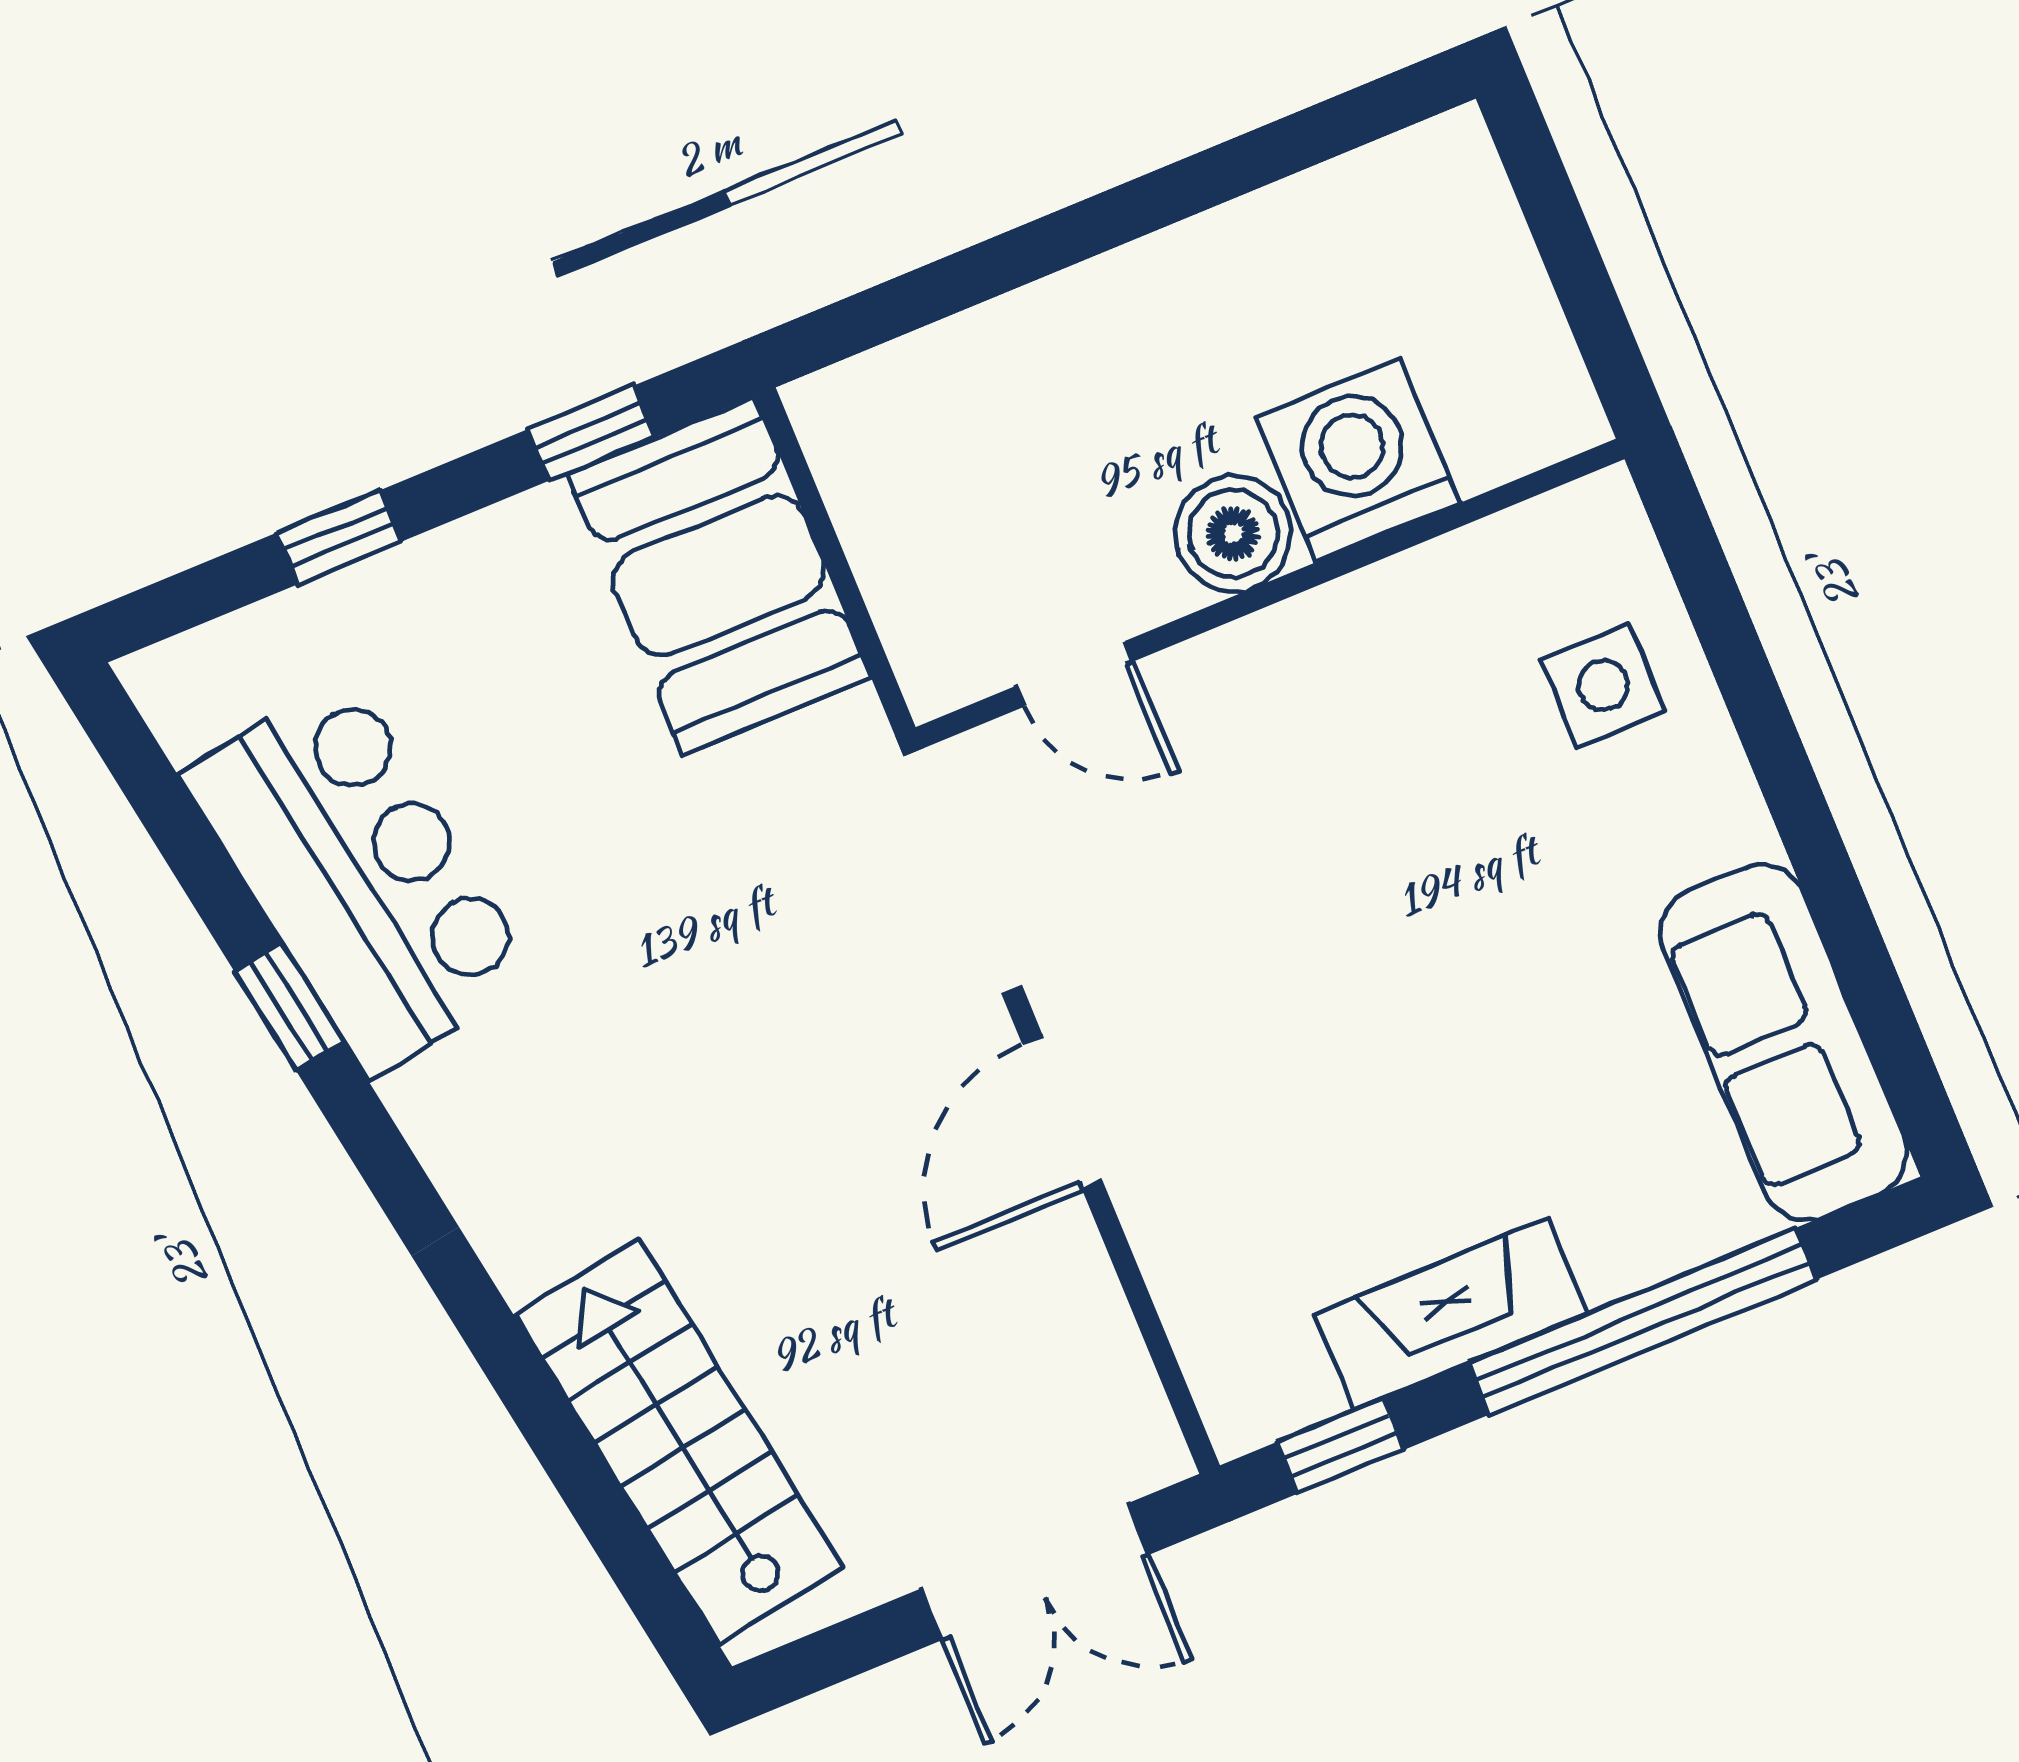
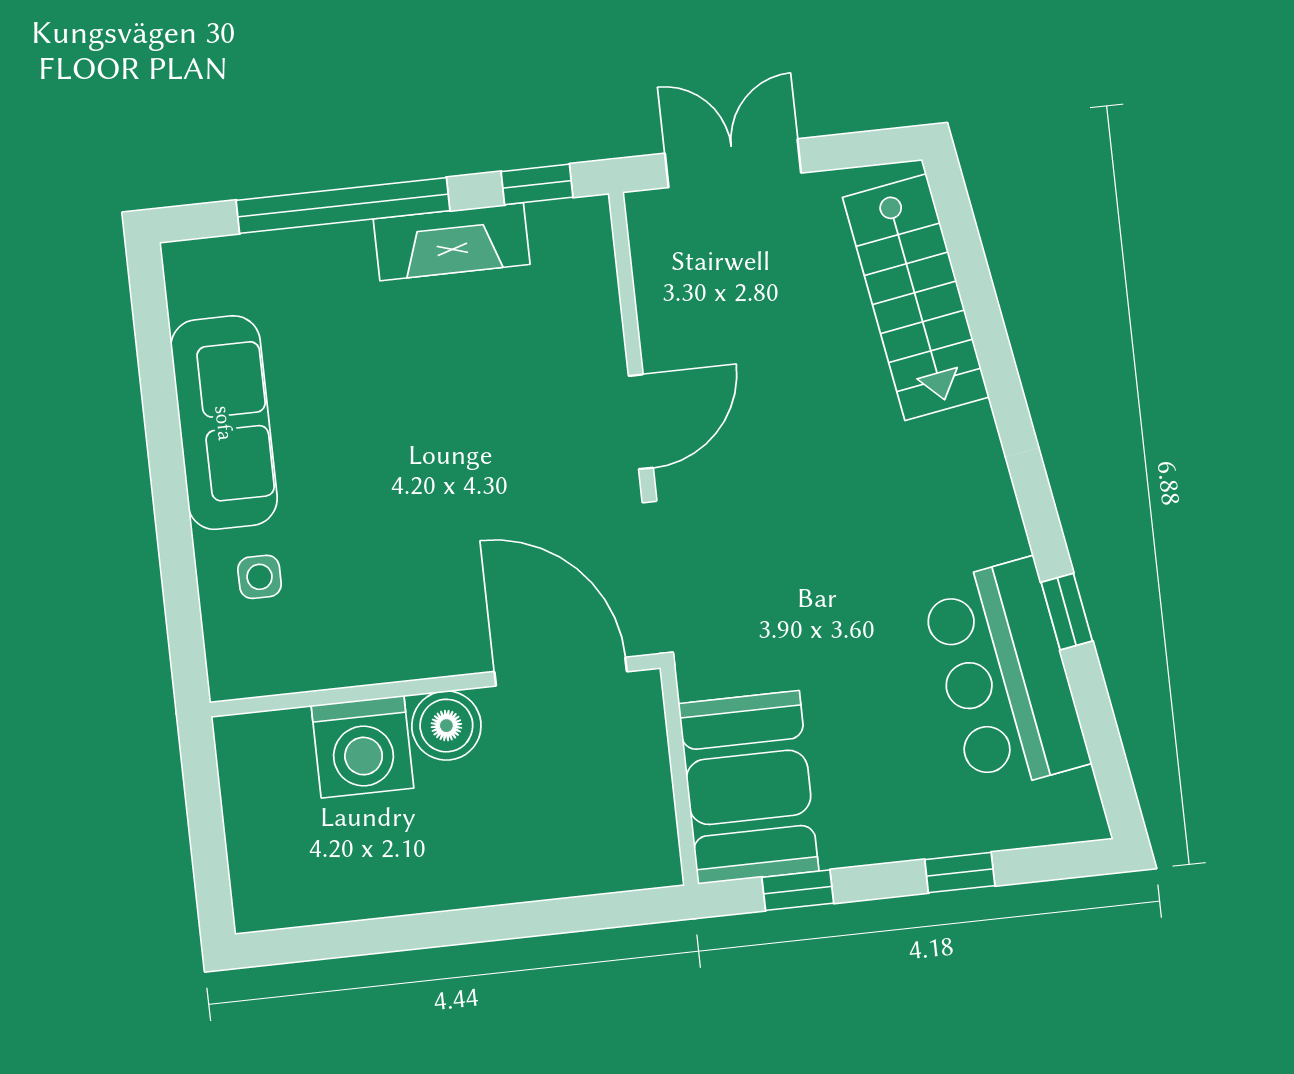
door: (1075, 674) -> (561, 672), width x1.88
side table: (1603, 685) -> (260, 577), width x0.73, depth x0.73
sofa: (1784, 1042) -> (224, 423), moved

